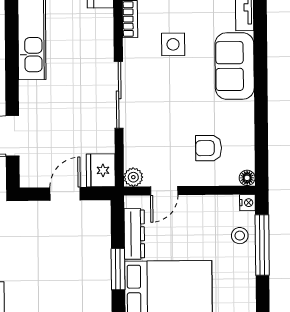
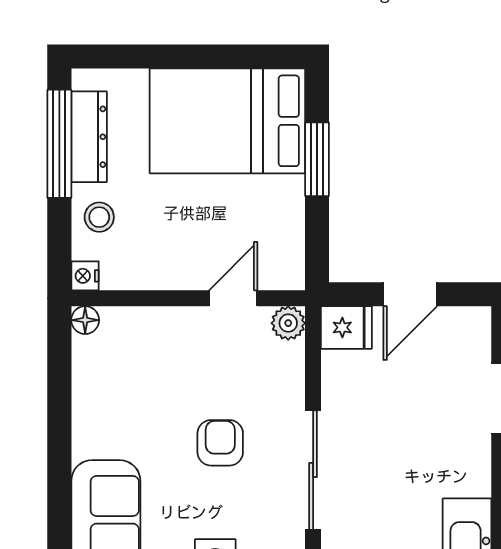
armchair: (209, 148) -> (220, 443), moved, turned -90
fridge: (101, 170) -> (346, 327), width x0.72
dresser: (134, 234) -> (89, 137), moved, turned 180
window: (262, 245) -> (59, 144), moved

